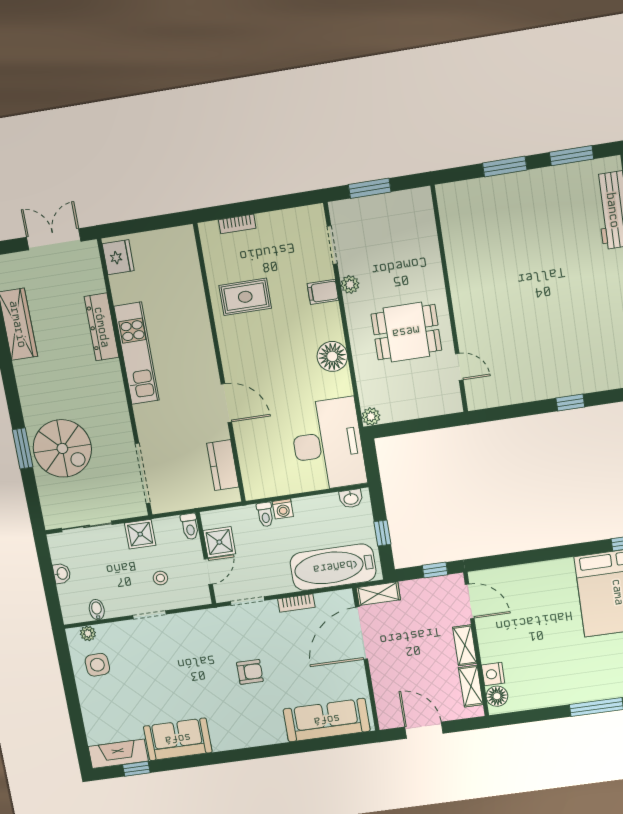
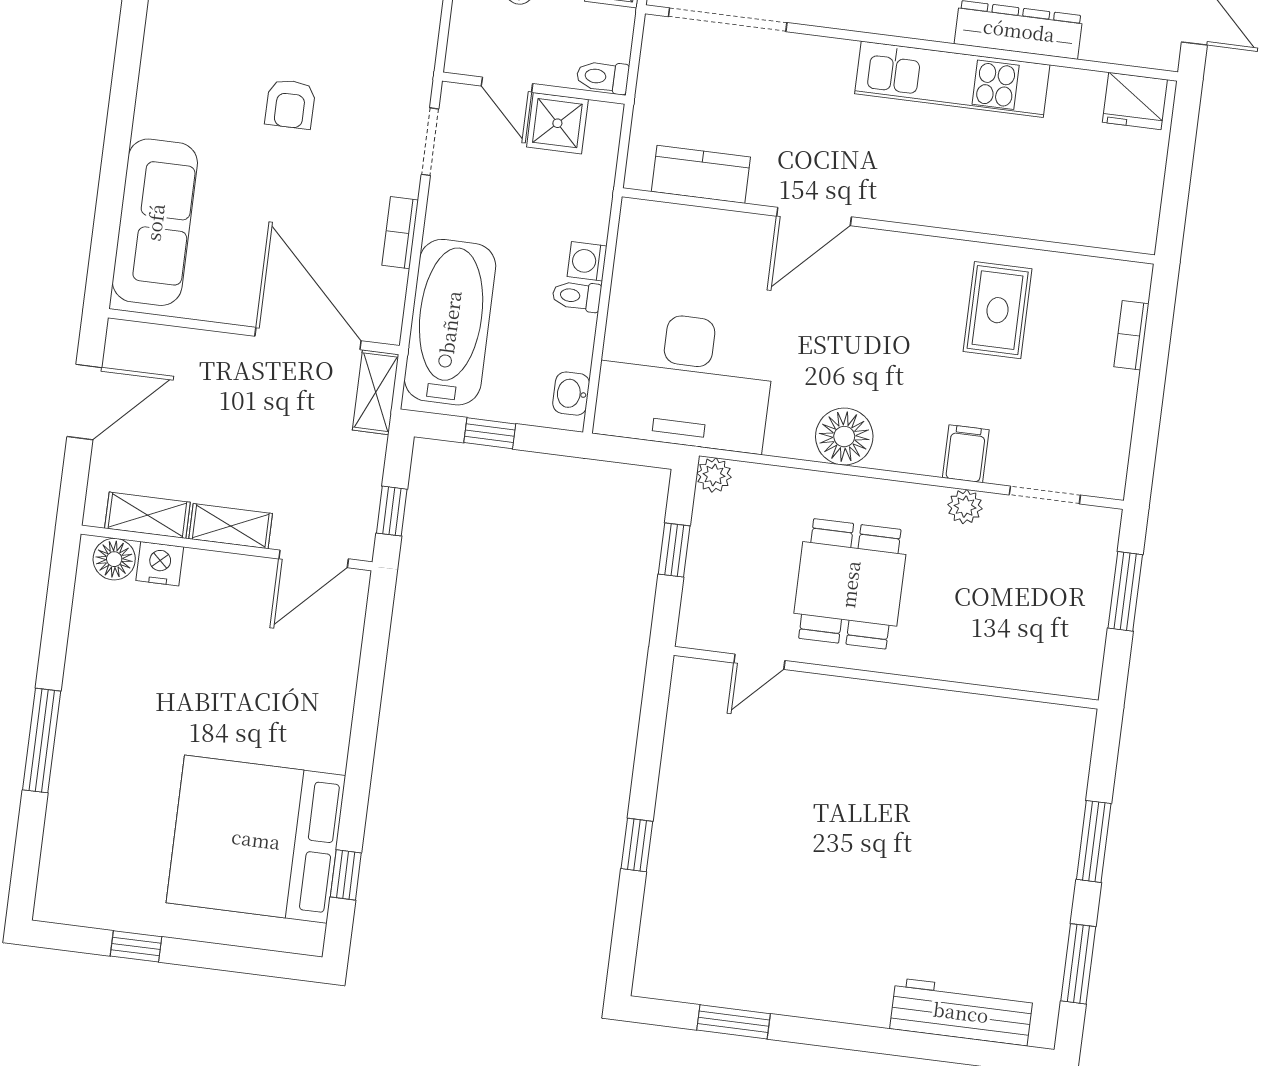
window: (415, 426) -> (674, 550), added
toilet: (265, 515) -> (577, 296), moved

